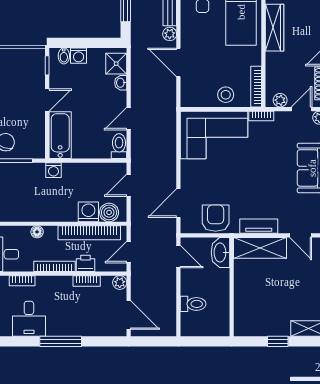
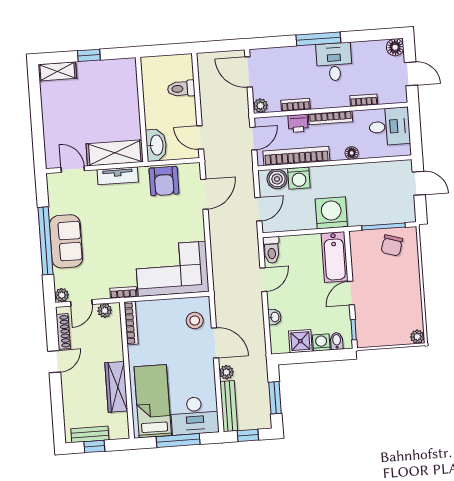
shower: (116, 64) -> (300, 341), moved
stool: (226, 95) -> (195, 321), moved
washing machine: (54, 170) -> (331, 213), width x1.89, depth x1.89
desk: (29, 319) -> (334, 62), moved

